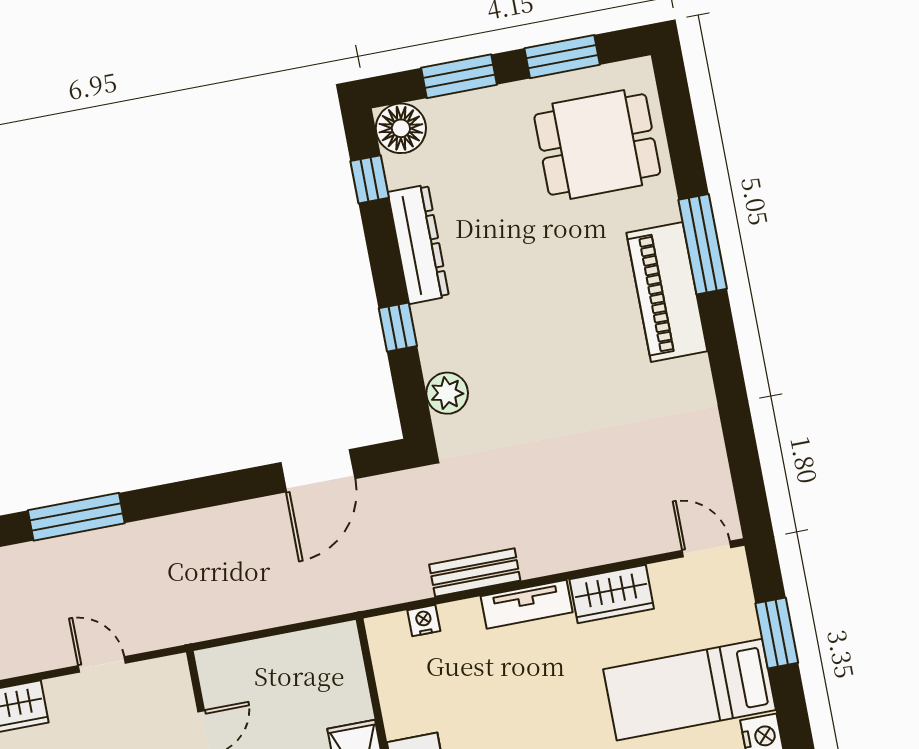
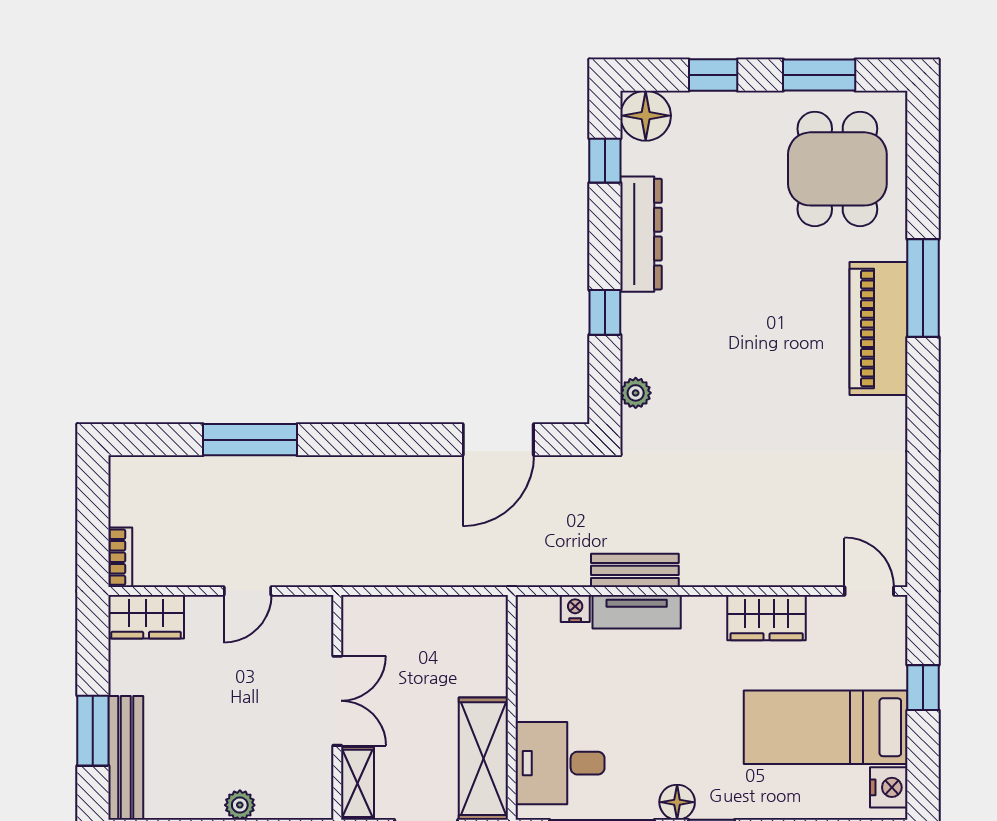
window: (459, 76) -> (713, 75), width x0.67
dining table: (597, 144) -> (837, 169), turned 90
plant: (447, 393) -> (636, 393), width x0.73, depth x0.73
tv unit: (527, 604) -> (637, 612), moved
window: (777, 633) -> (923, 688), width x0.67
door: (102, 664) -> (247, 591), swing flipped

